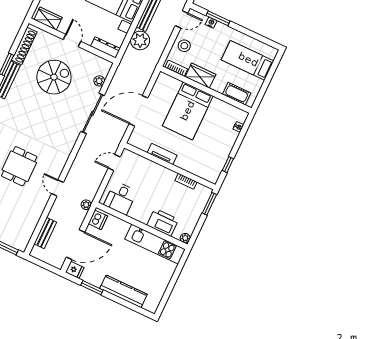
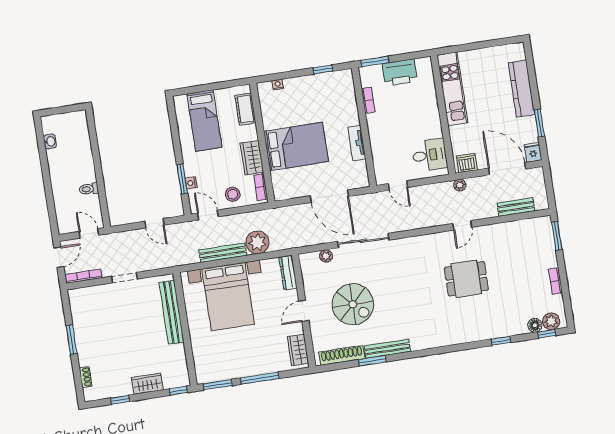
spiral stairs: (54, 77) -> (353, 304), turned 180
printer: (163, 222) -> (400, 73), moved, turned -90
plant: (185, 238) -> (426, 63), removed

